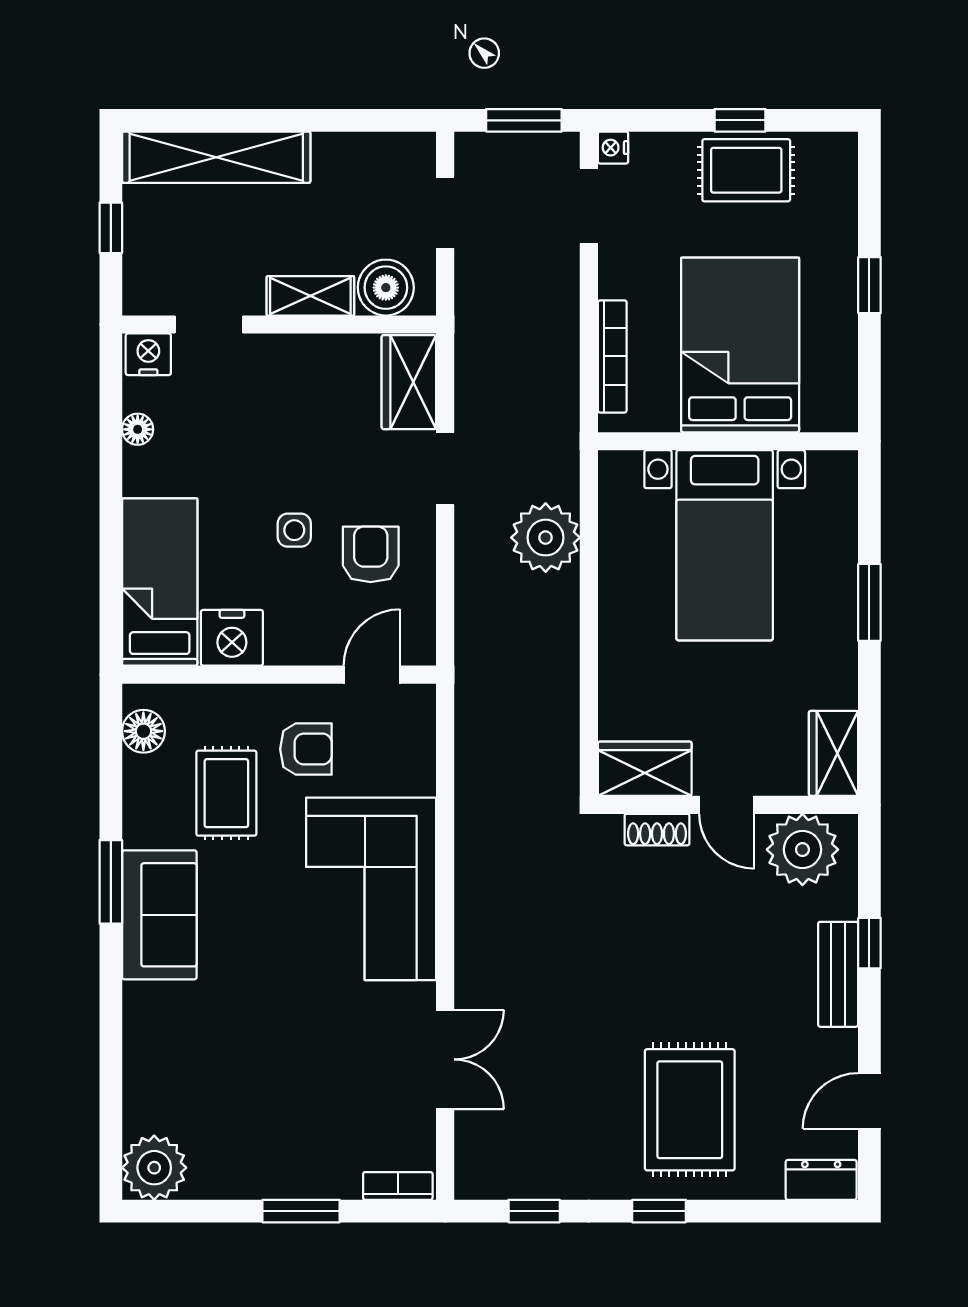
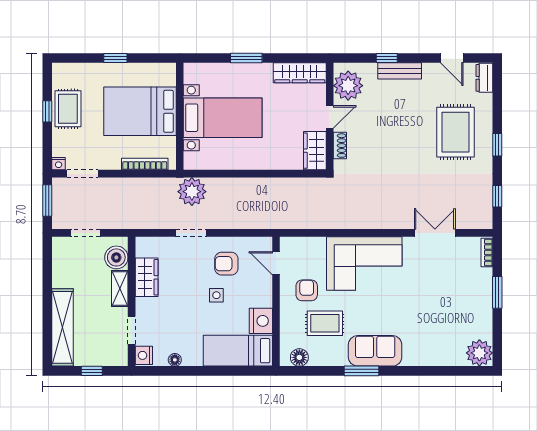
wardrobe: (409, 382) -> (147, 277), moved, turned -90
plant: (546, 538) -> (192, 192), moved
wardrobe: (834, 753) -> (300, 73), width x1.50
rug: (690, 1110) -> (456, 132), turned 90

